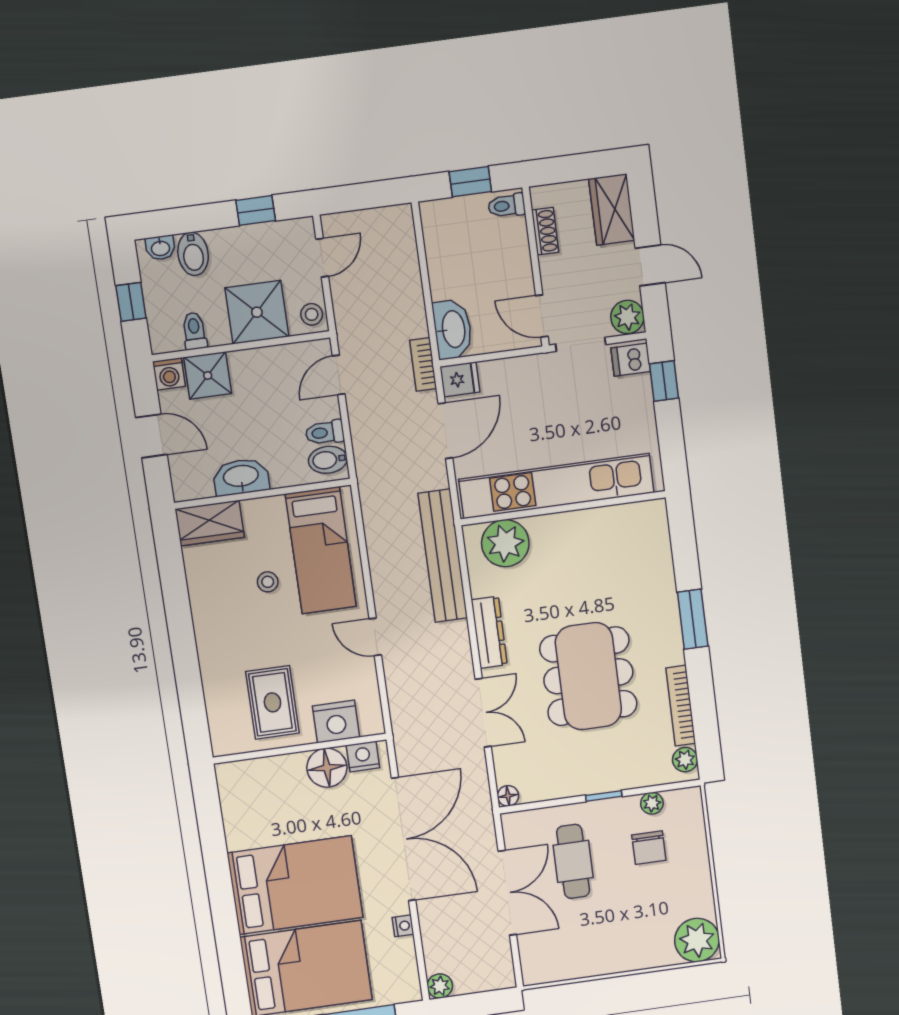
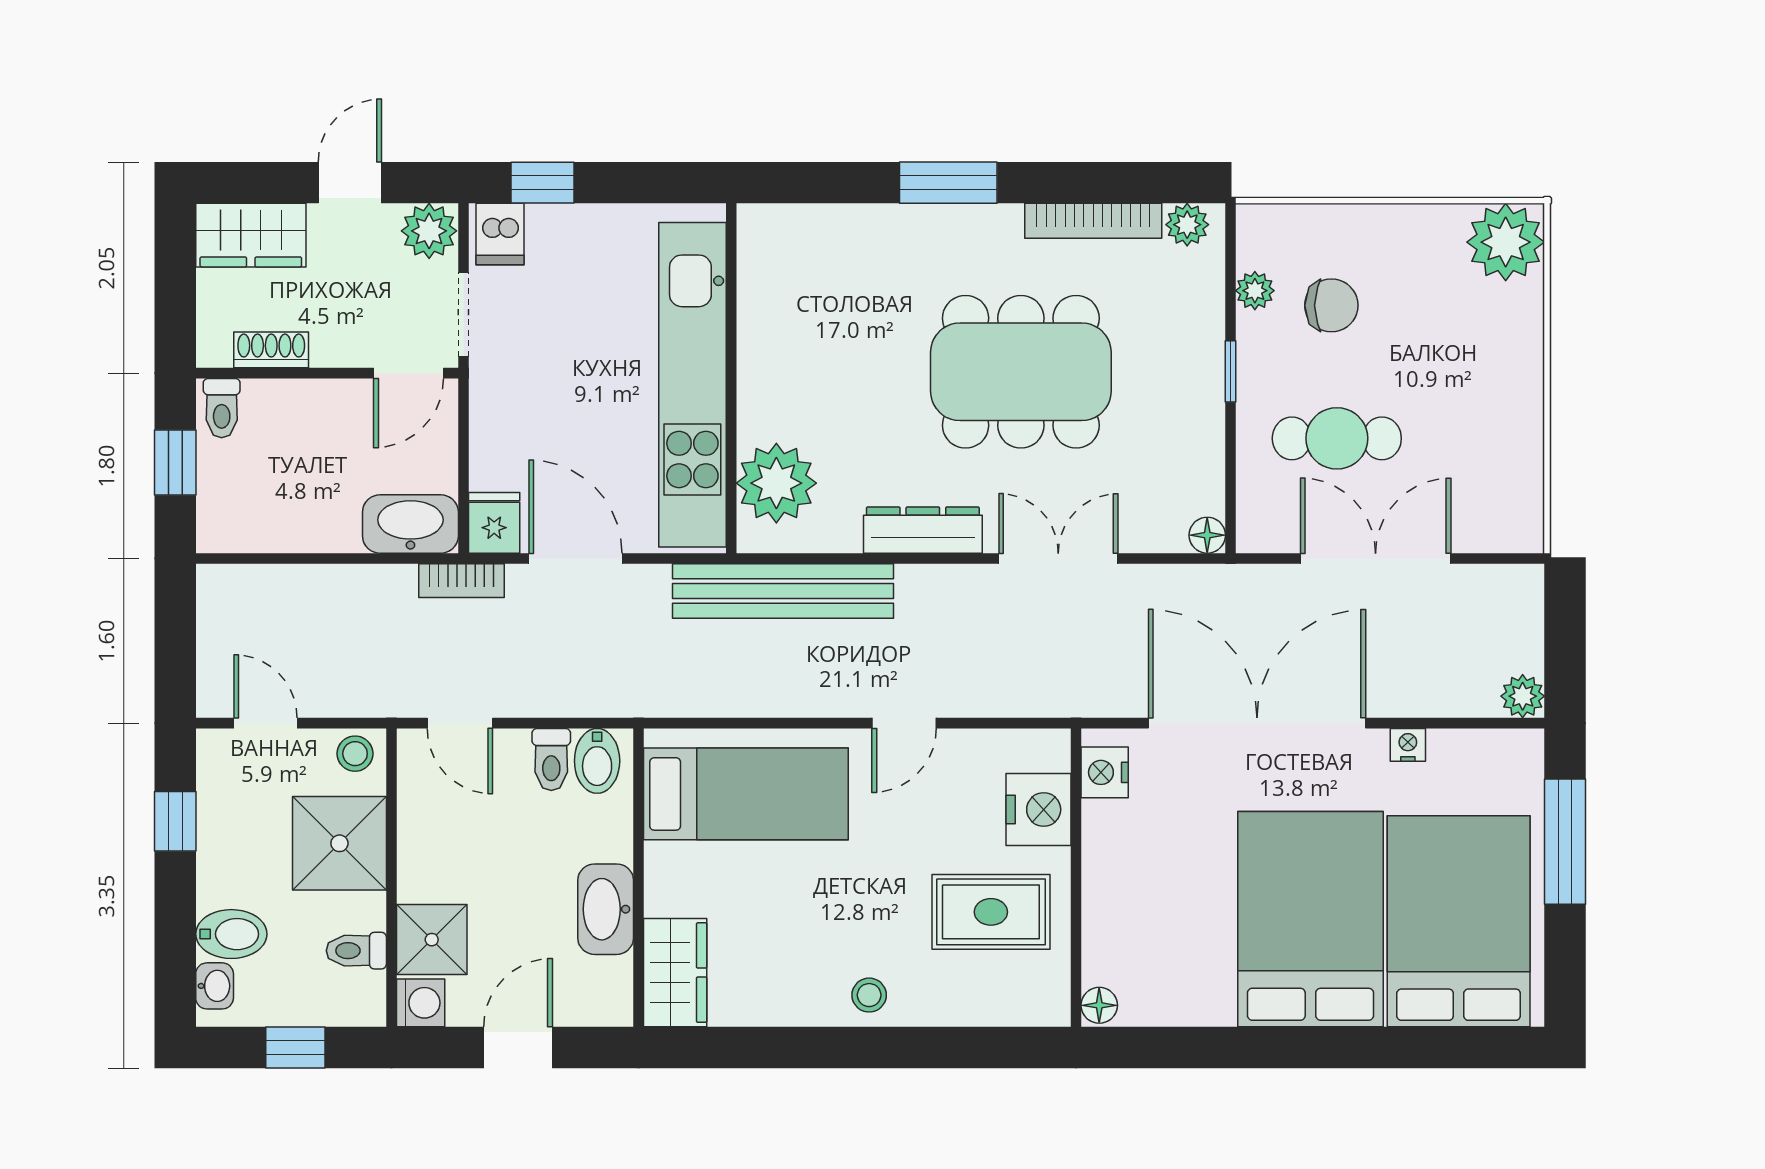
stool: (268, 582) -> (869, 995), moved
floor lamp: (327, 768) -> (1099, 1005), moved, width x0.53, depth x0.53

